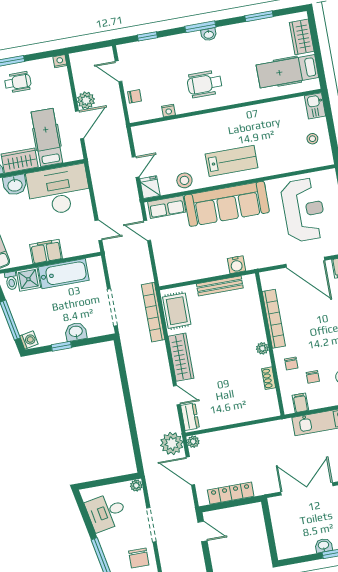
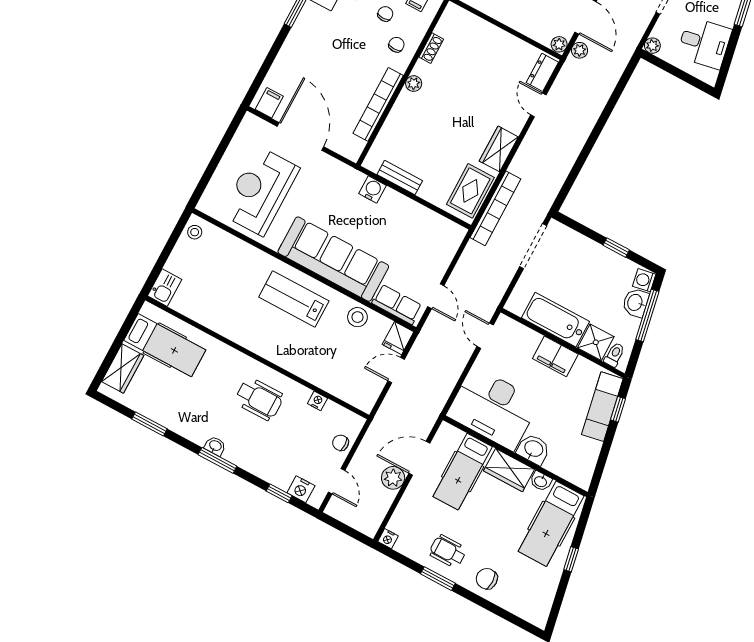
nightstand: (136, 49) -> (301, 489), added
stool: (312, 139) -> (195, 232), moved
bench: (220, 286) -> (400, 178), width x0.73
washbasin: (76, 332) -> (635, 303), moved, turned 79
wardrobe: (181, 357) -> (499, 149), width x0.67
plant: (172, 444) -> (580, 50), width x0.53, depth x0.53

